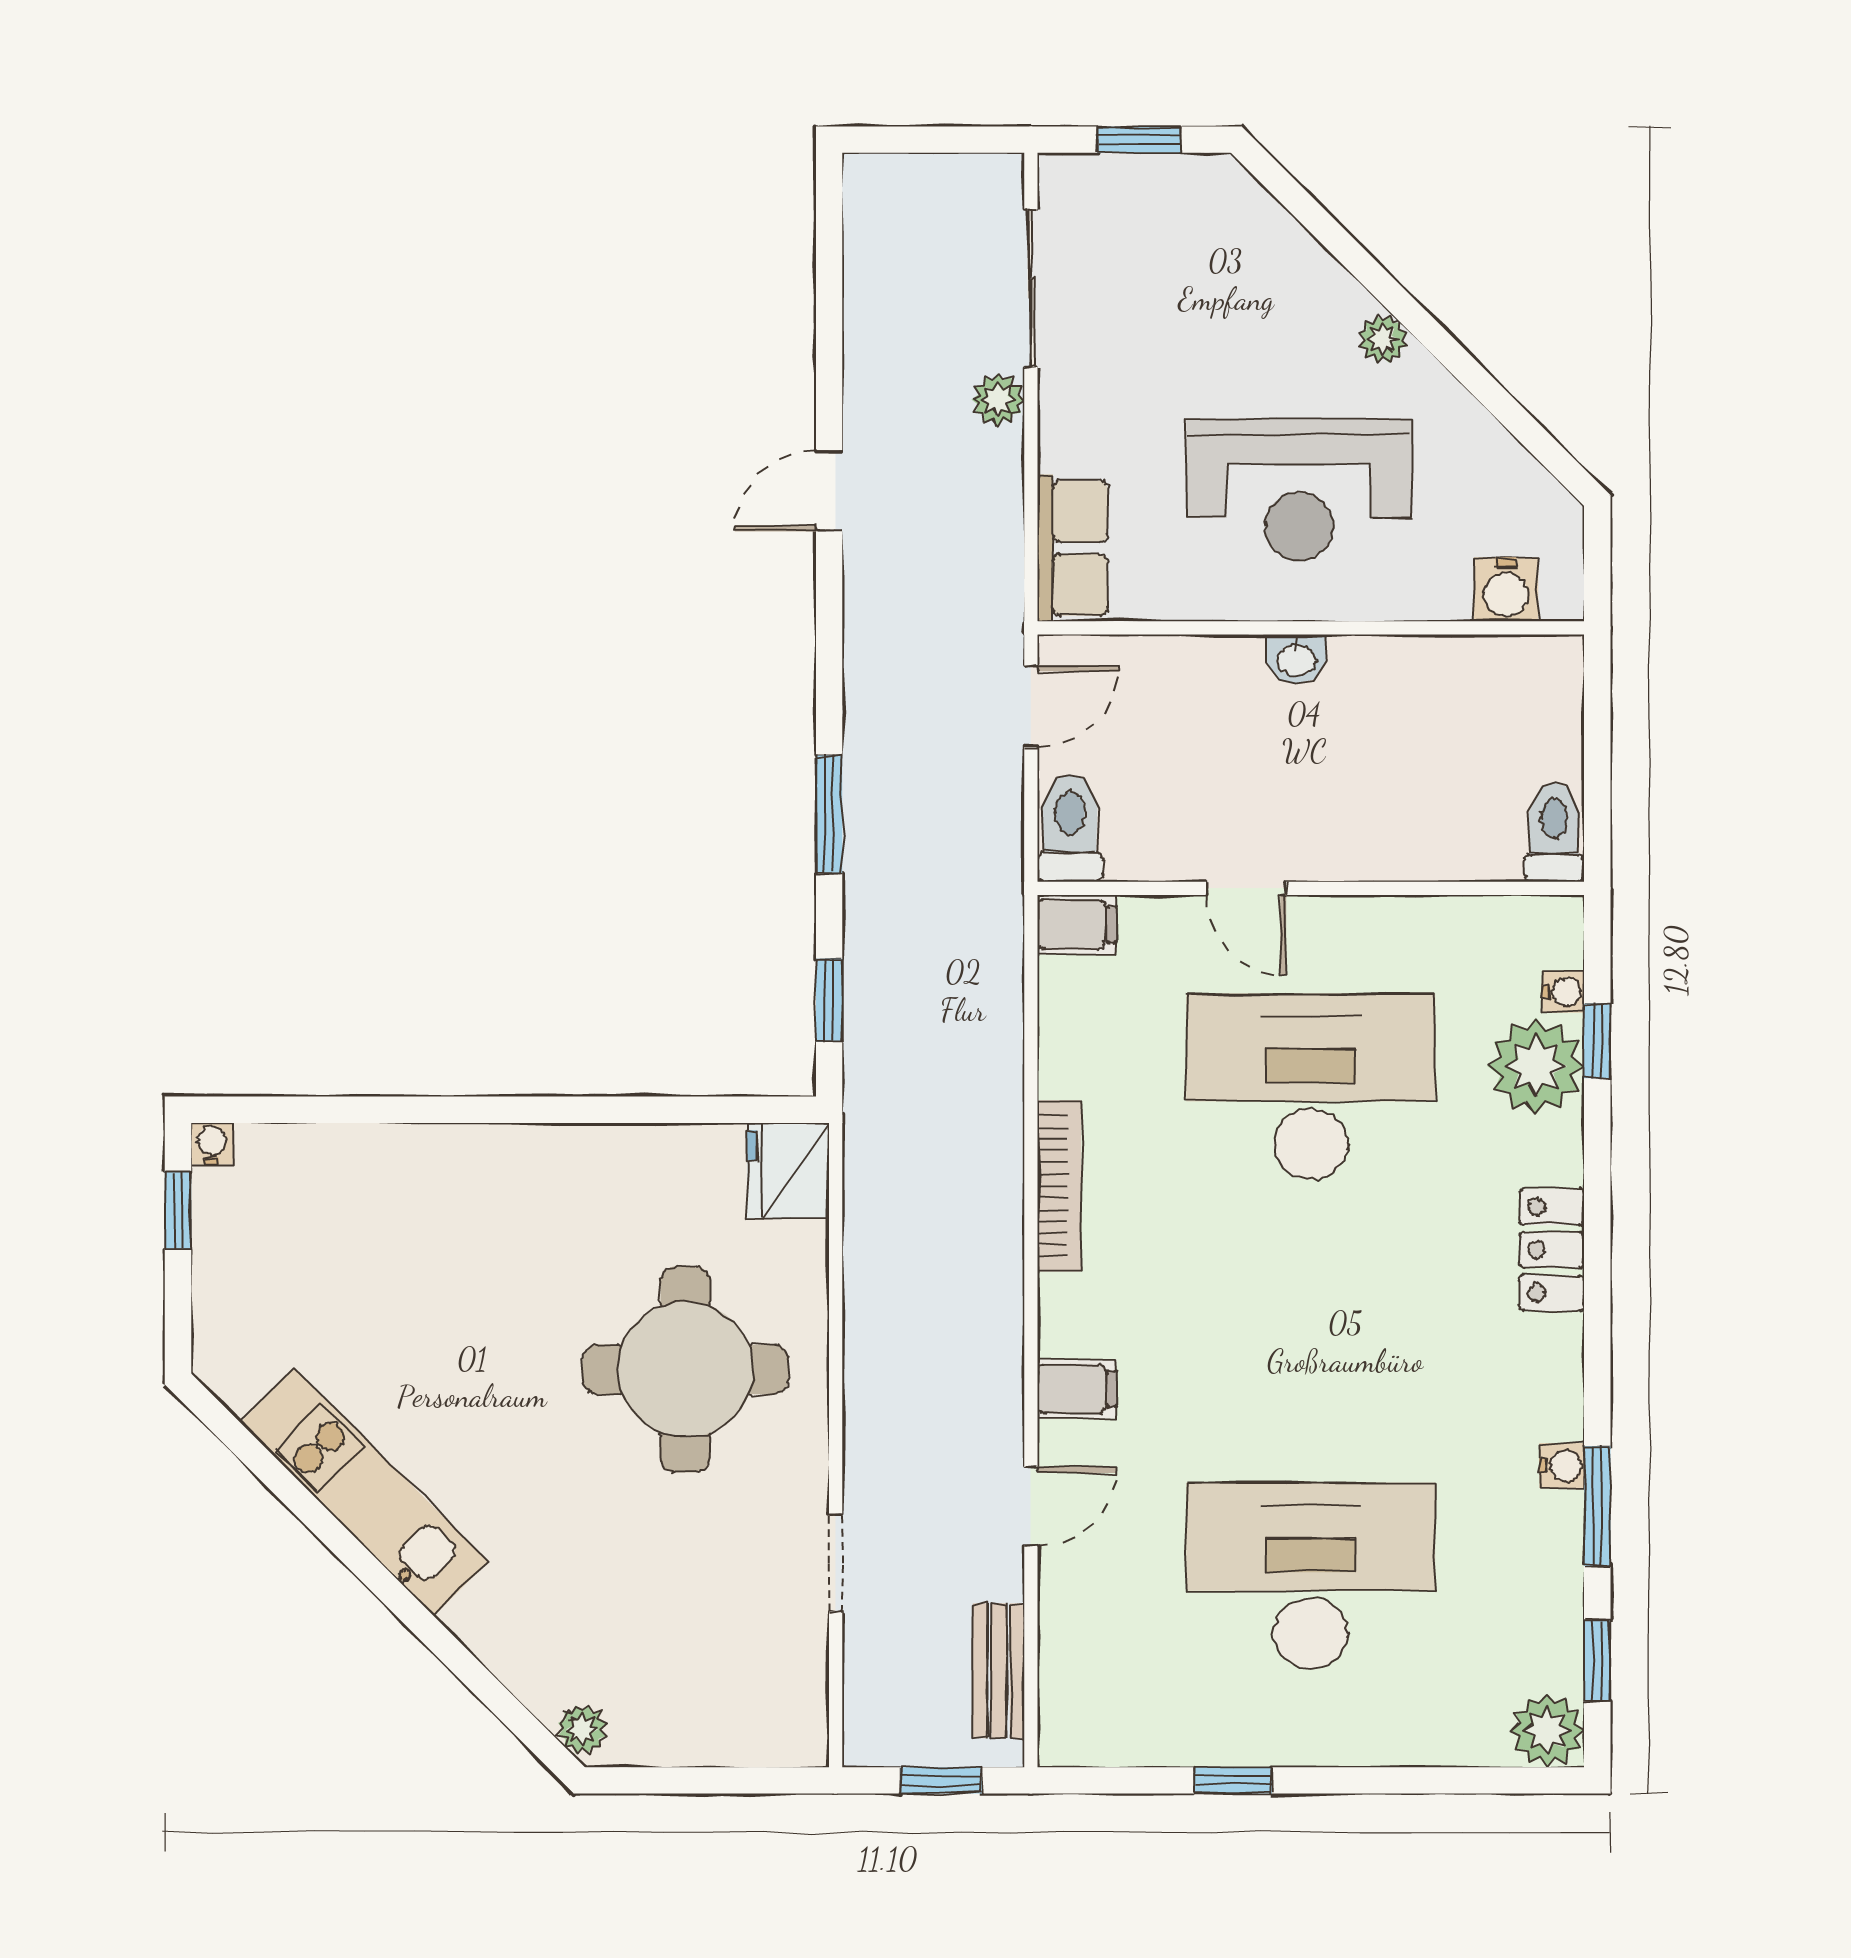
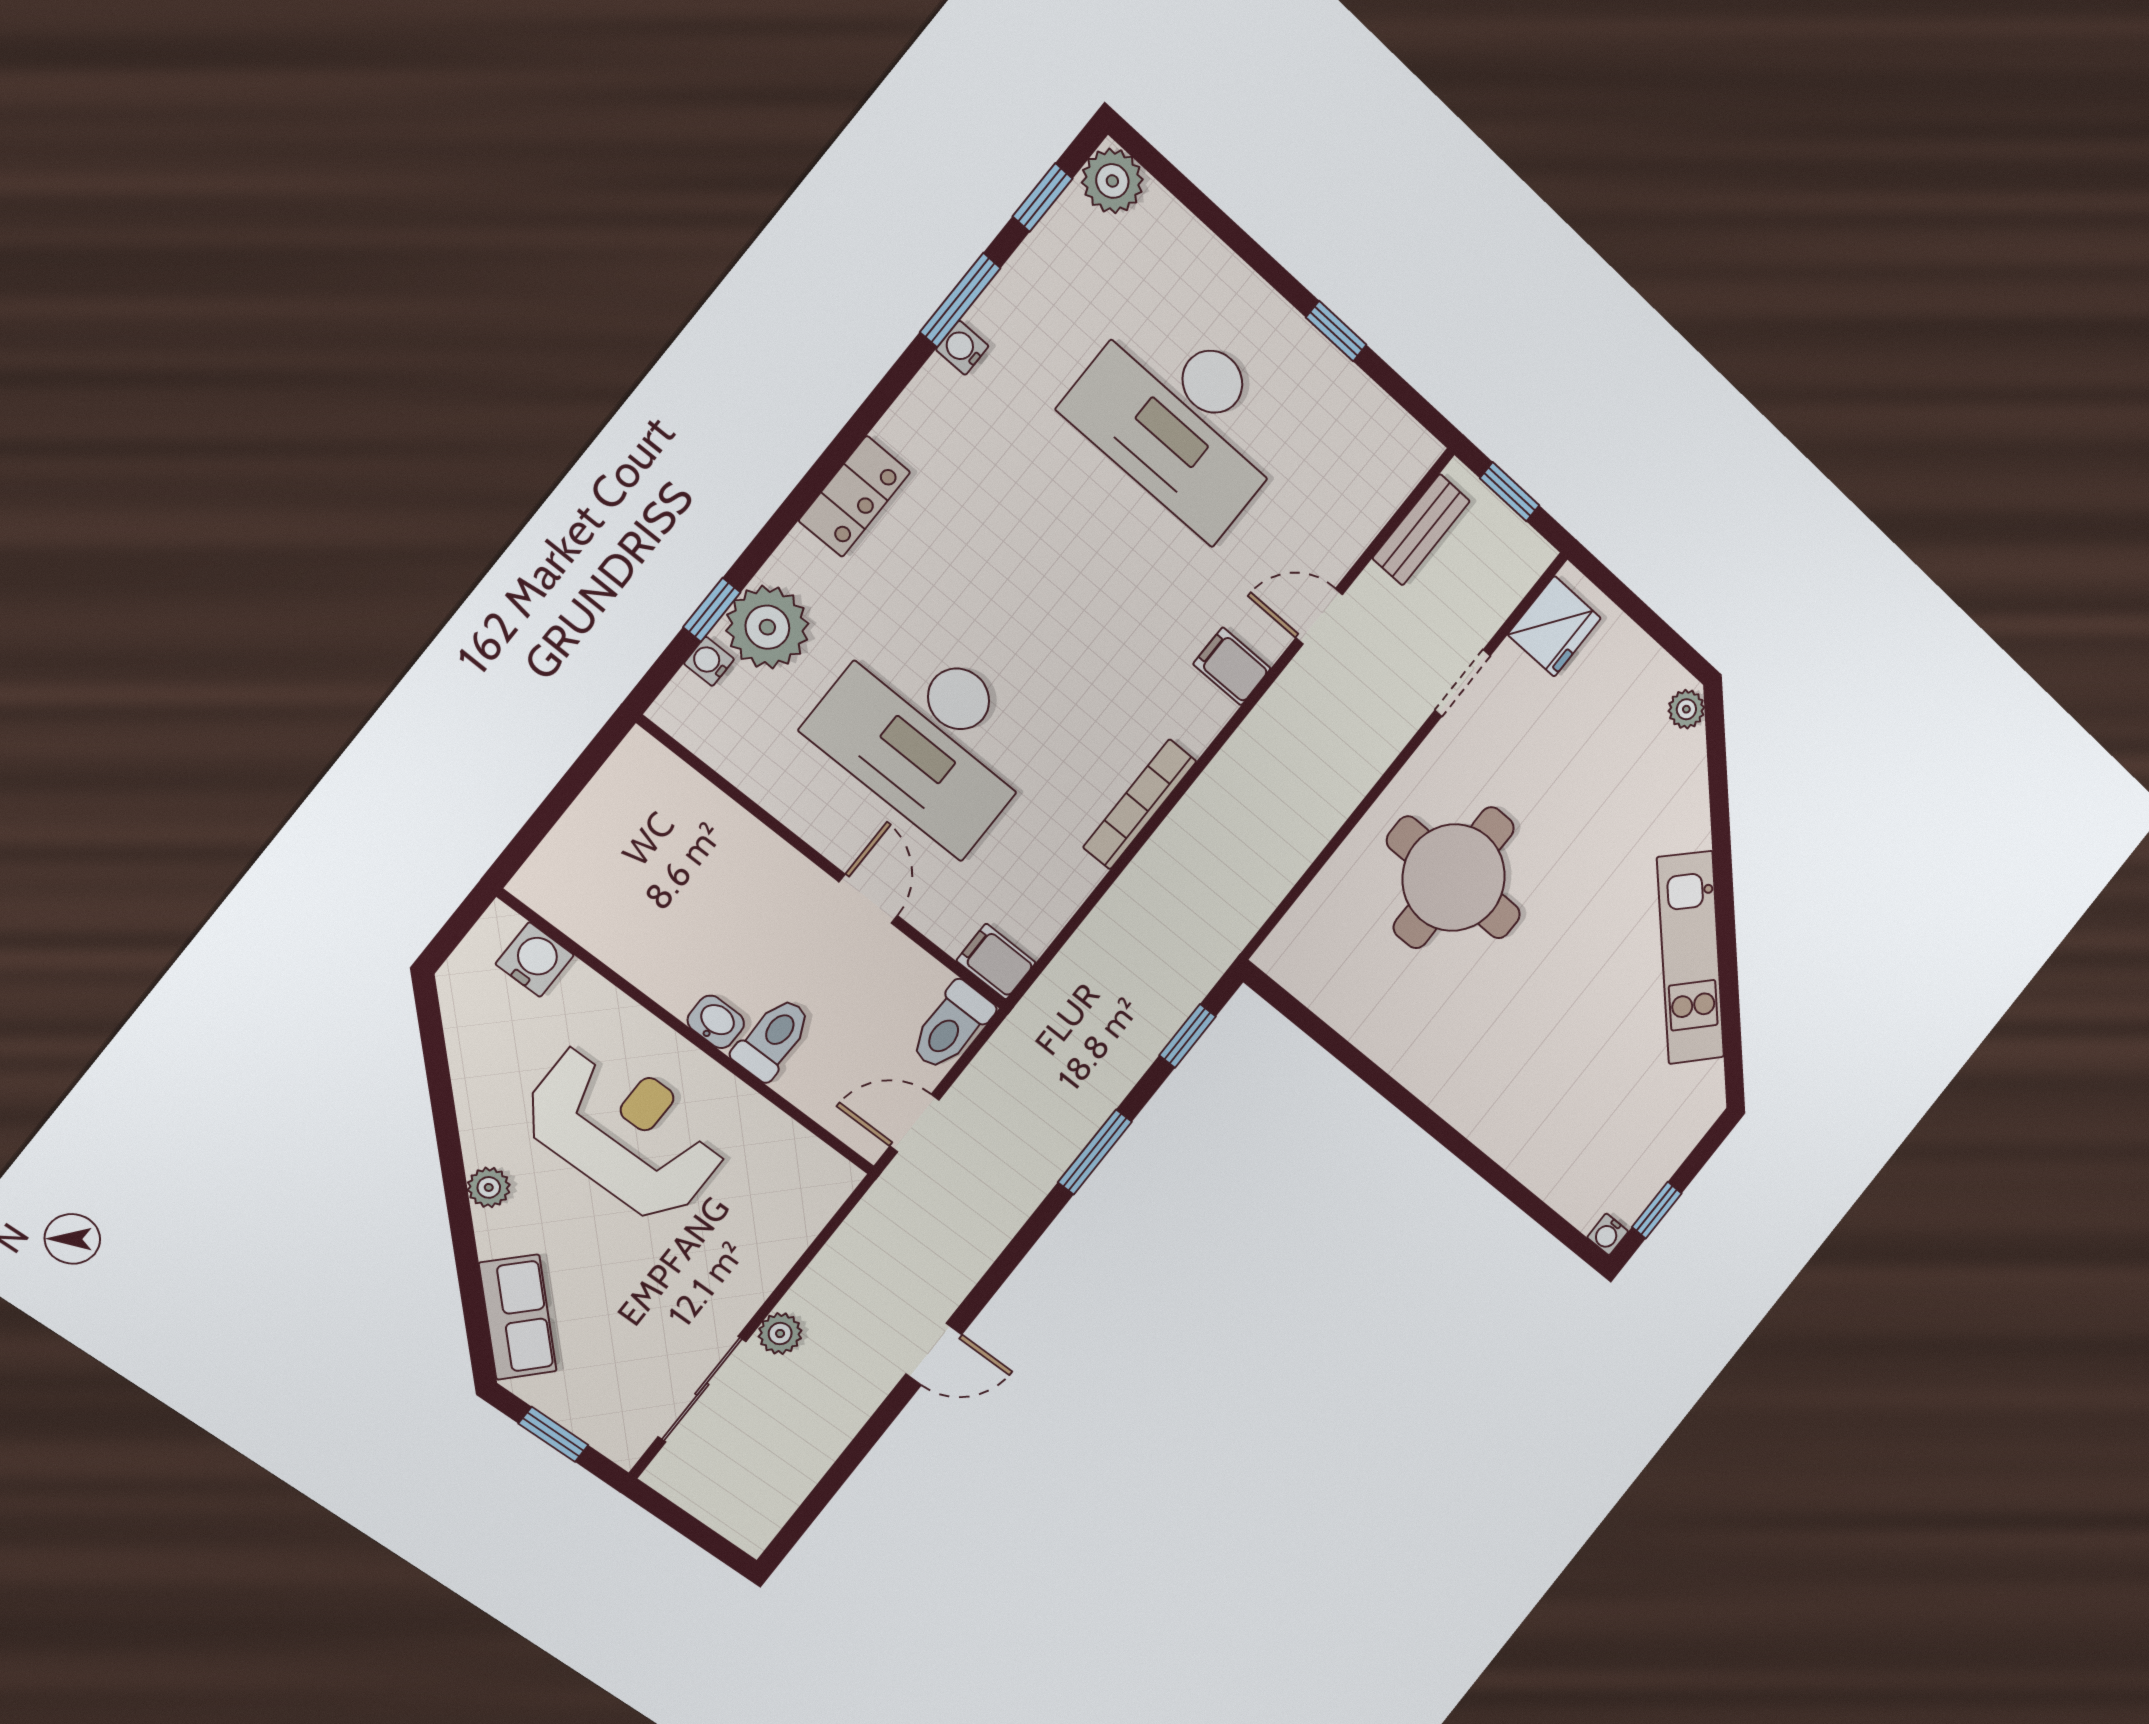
row of seats: (1072, 548) -> (518, 1317), moved, turned 135
toilet: (1554, 832) -> (773, 1039), moved, turned 180
fridge: (788, 1171) -> (1554, 626), moved

